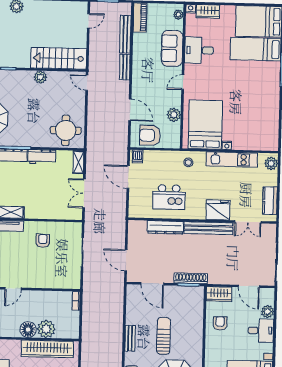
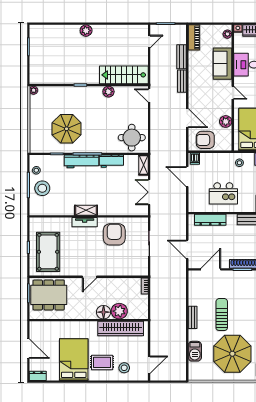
bench: (125, 34) -> (182, 57), width x0.73
door: (183, 82) -> (233, 93), swing flipped
dresser: (165, 227) -> (210, 220), moved
armchair: (43, 241) -> (114, 234), width x1.88, depth x1.88
door: (152, 284) -> (211, 269), swing flipped

